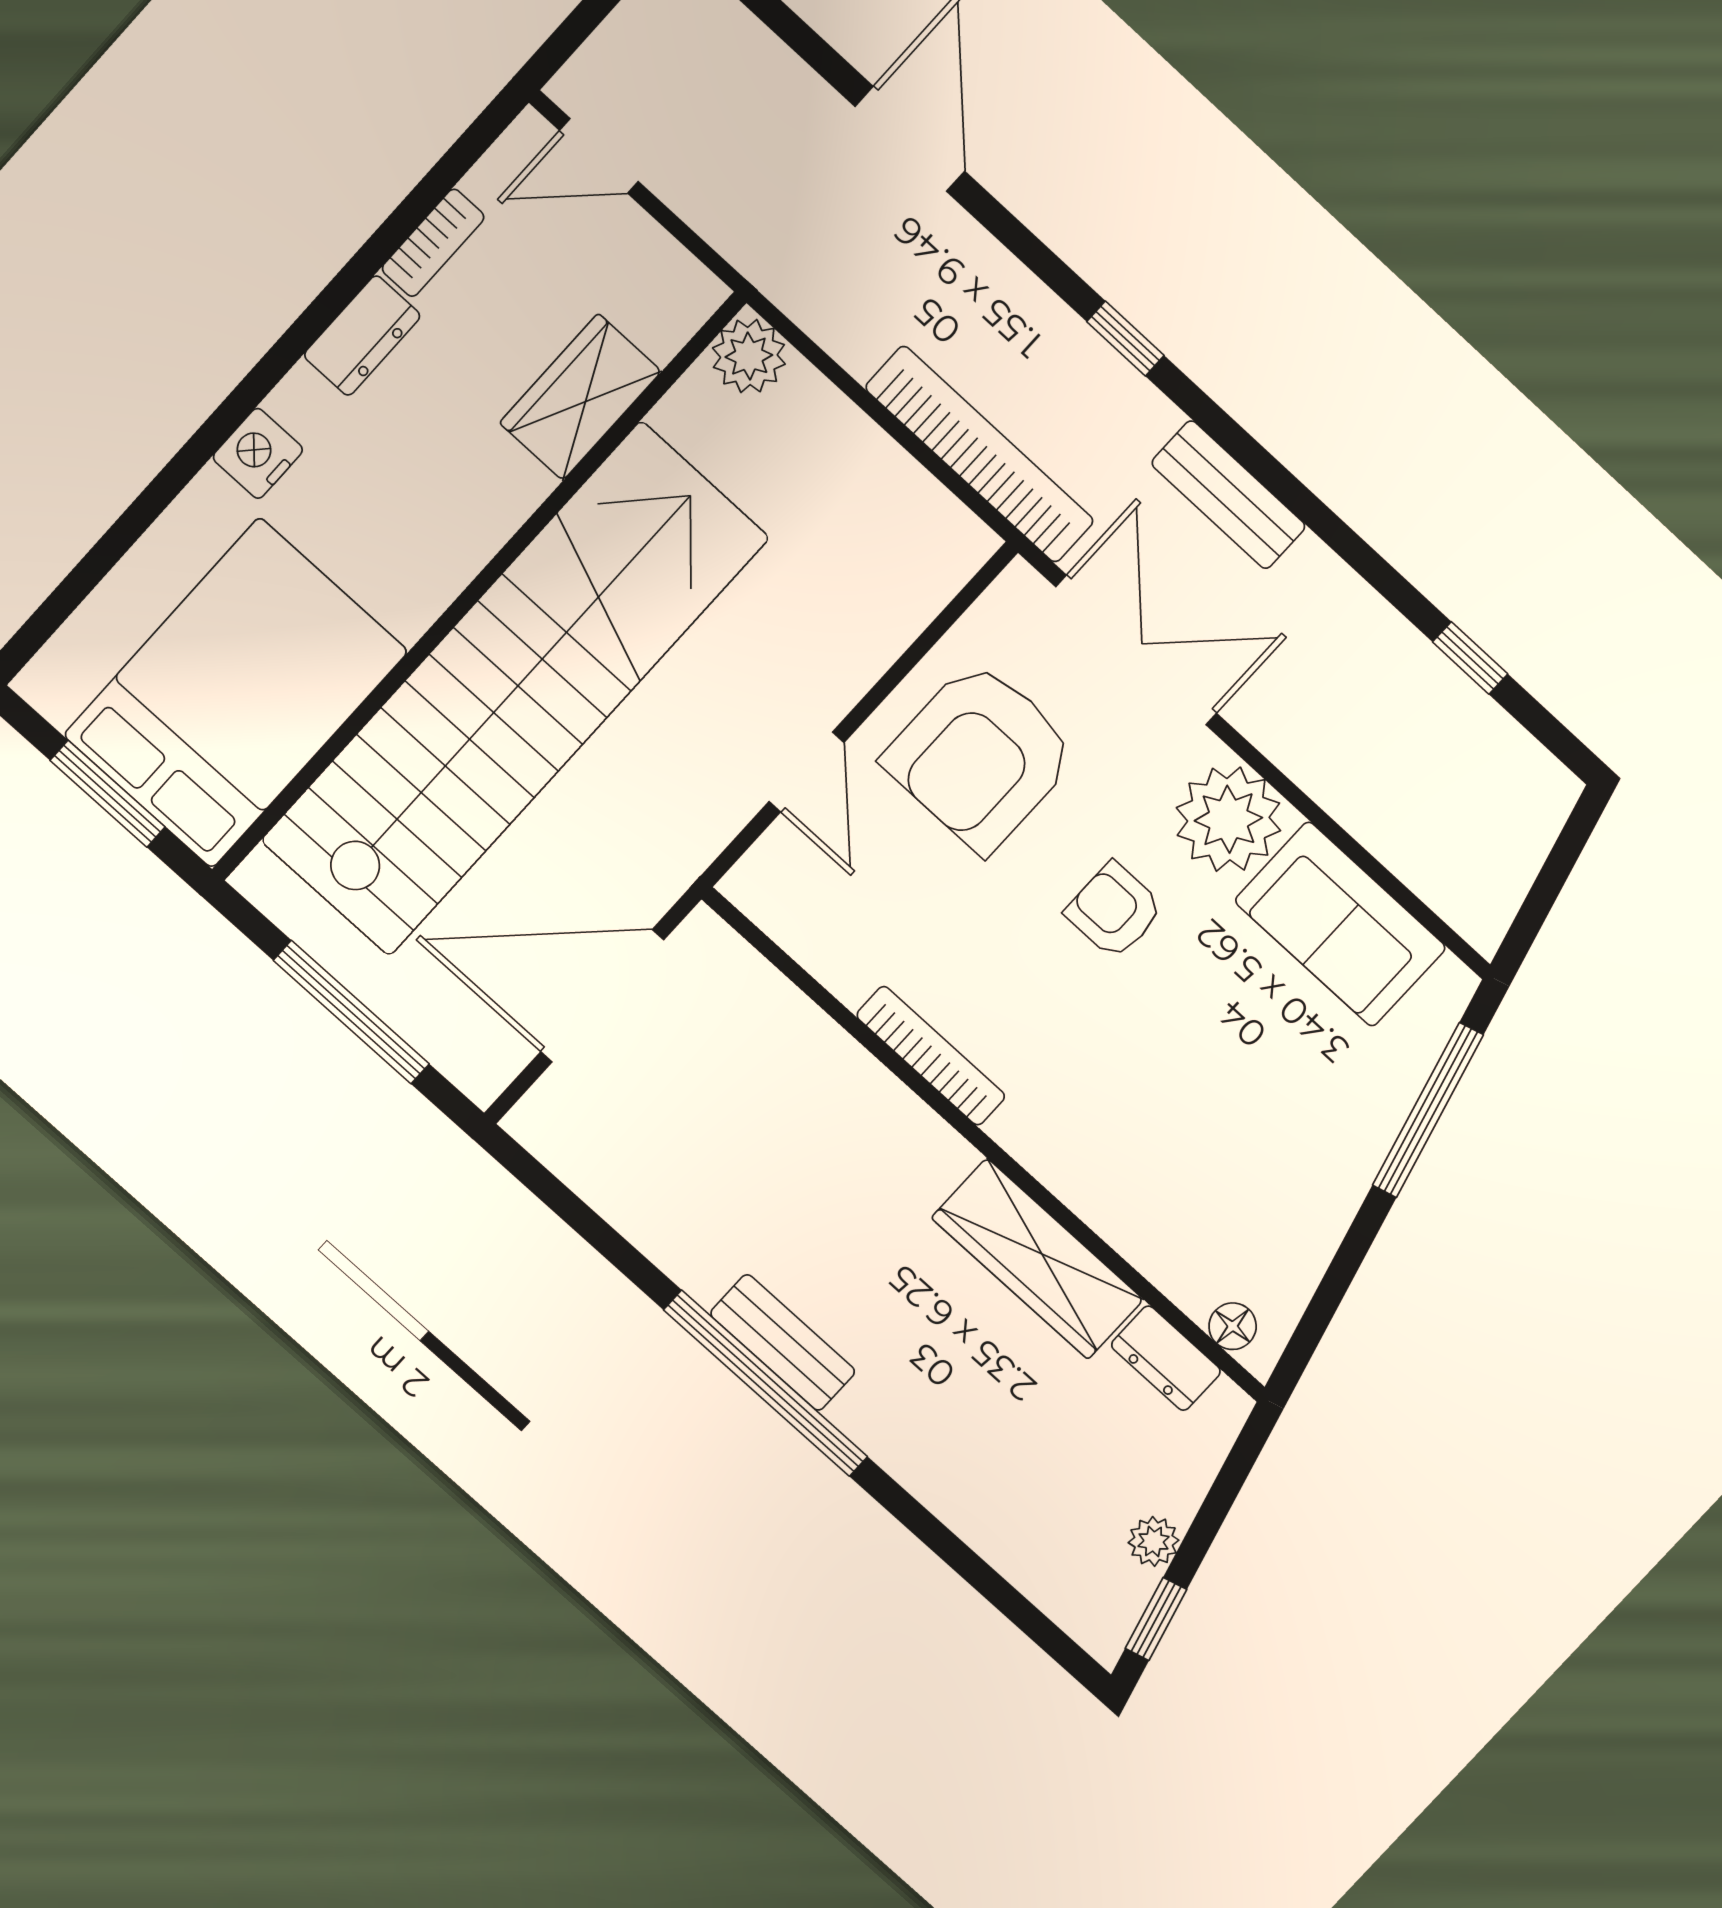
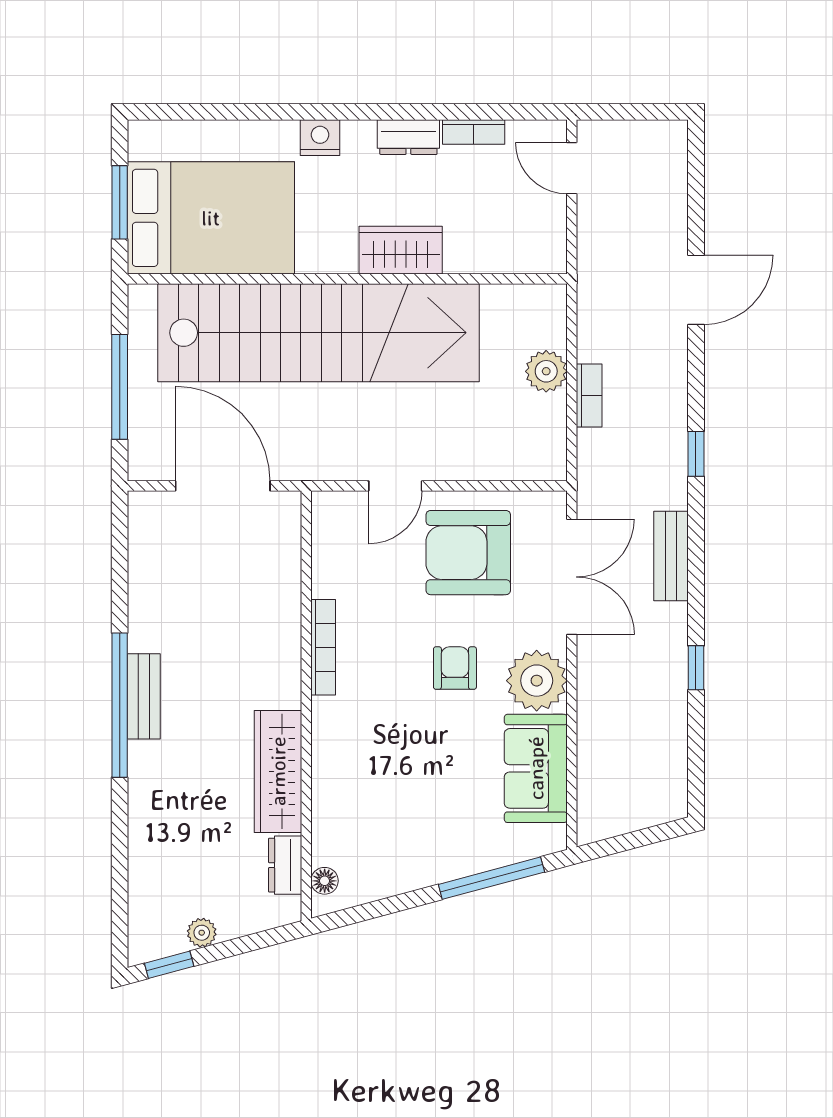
plant: (749, 356) -> (546, 371), moved
wardrobe: (580, 397) -> (401, 250), moved
bookcase: (980, 454) -> (589, 395), width x0.43, depth x0.76
window: (1470, 658) -> (696, 668), moved

